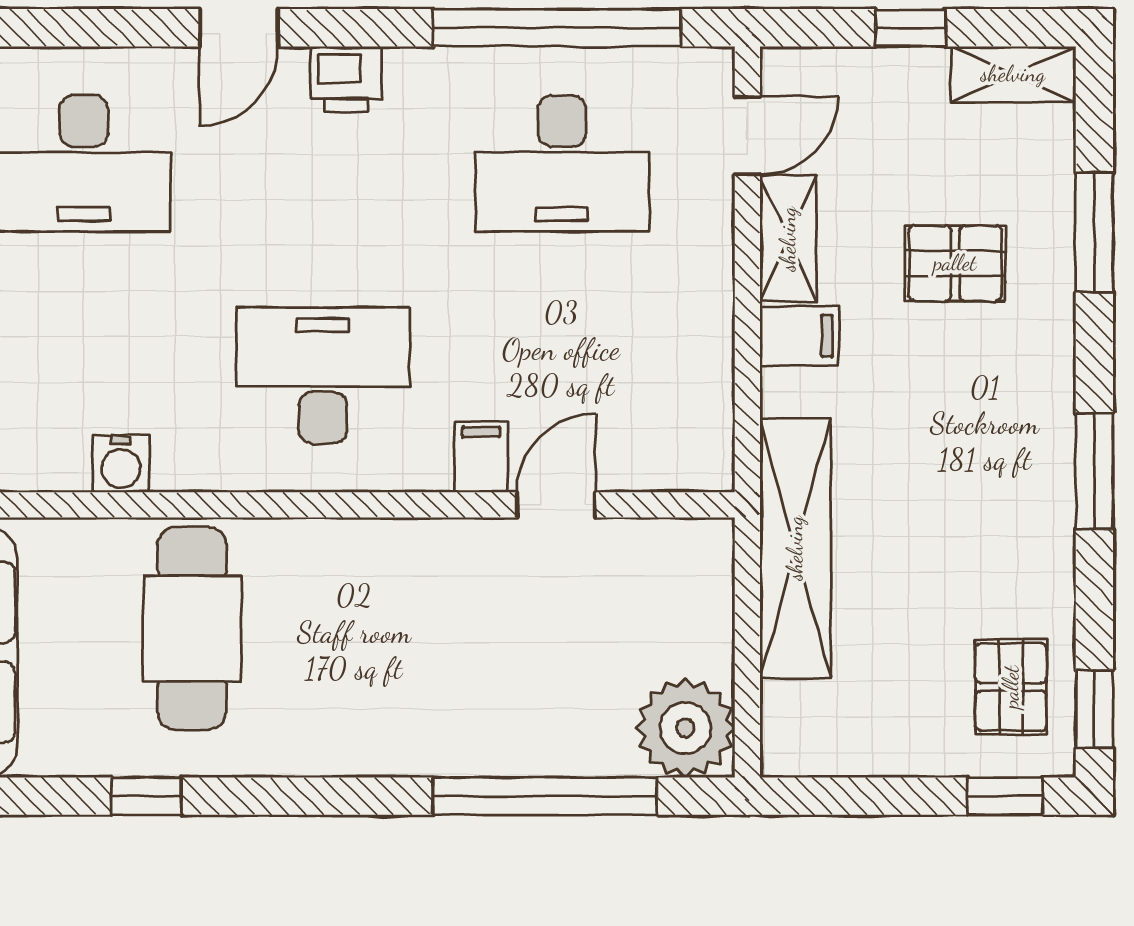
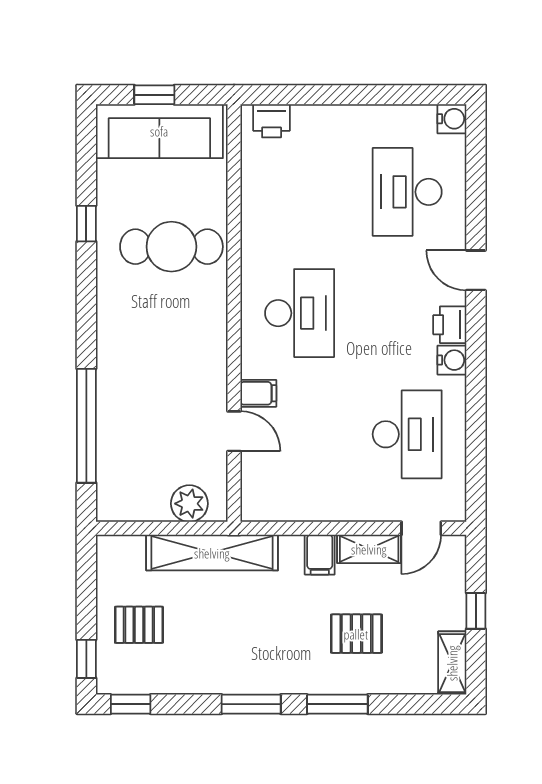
window: (557, 28) -> (476, 432), removed
door: (747, 136) -> (421, 528), hinge flipped
desk: (562, 163) -> (407, 434), turned 180
window: (1094, 232) -> (337, 704), moved
pallet: (955, 263) -> (356, 634), turned 90
water cooler: (121, 464) -> (452, 360), moved, turned 180
pallet: (1011, 687) -> (139, 625), moved
plant: (685, 728) -> (189, 504), moved, width x0.73, depth x0.73

